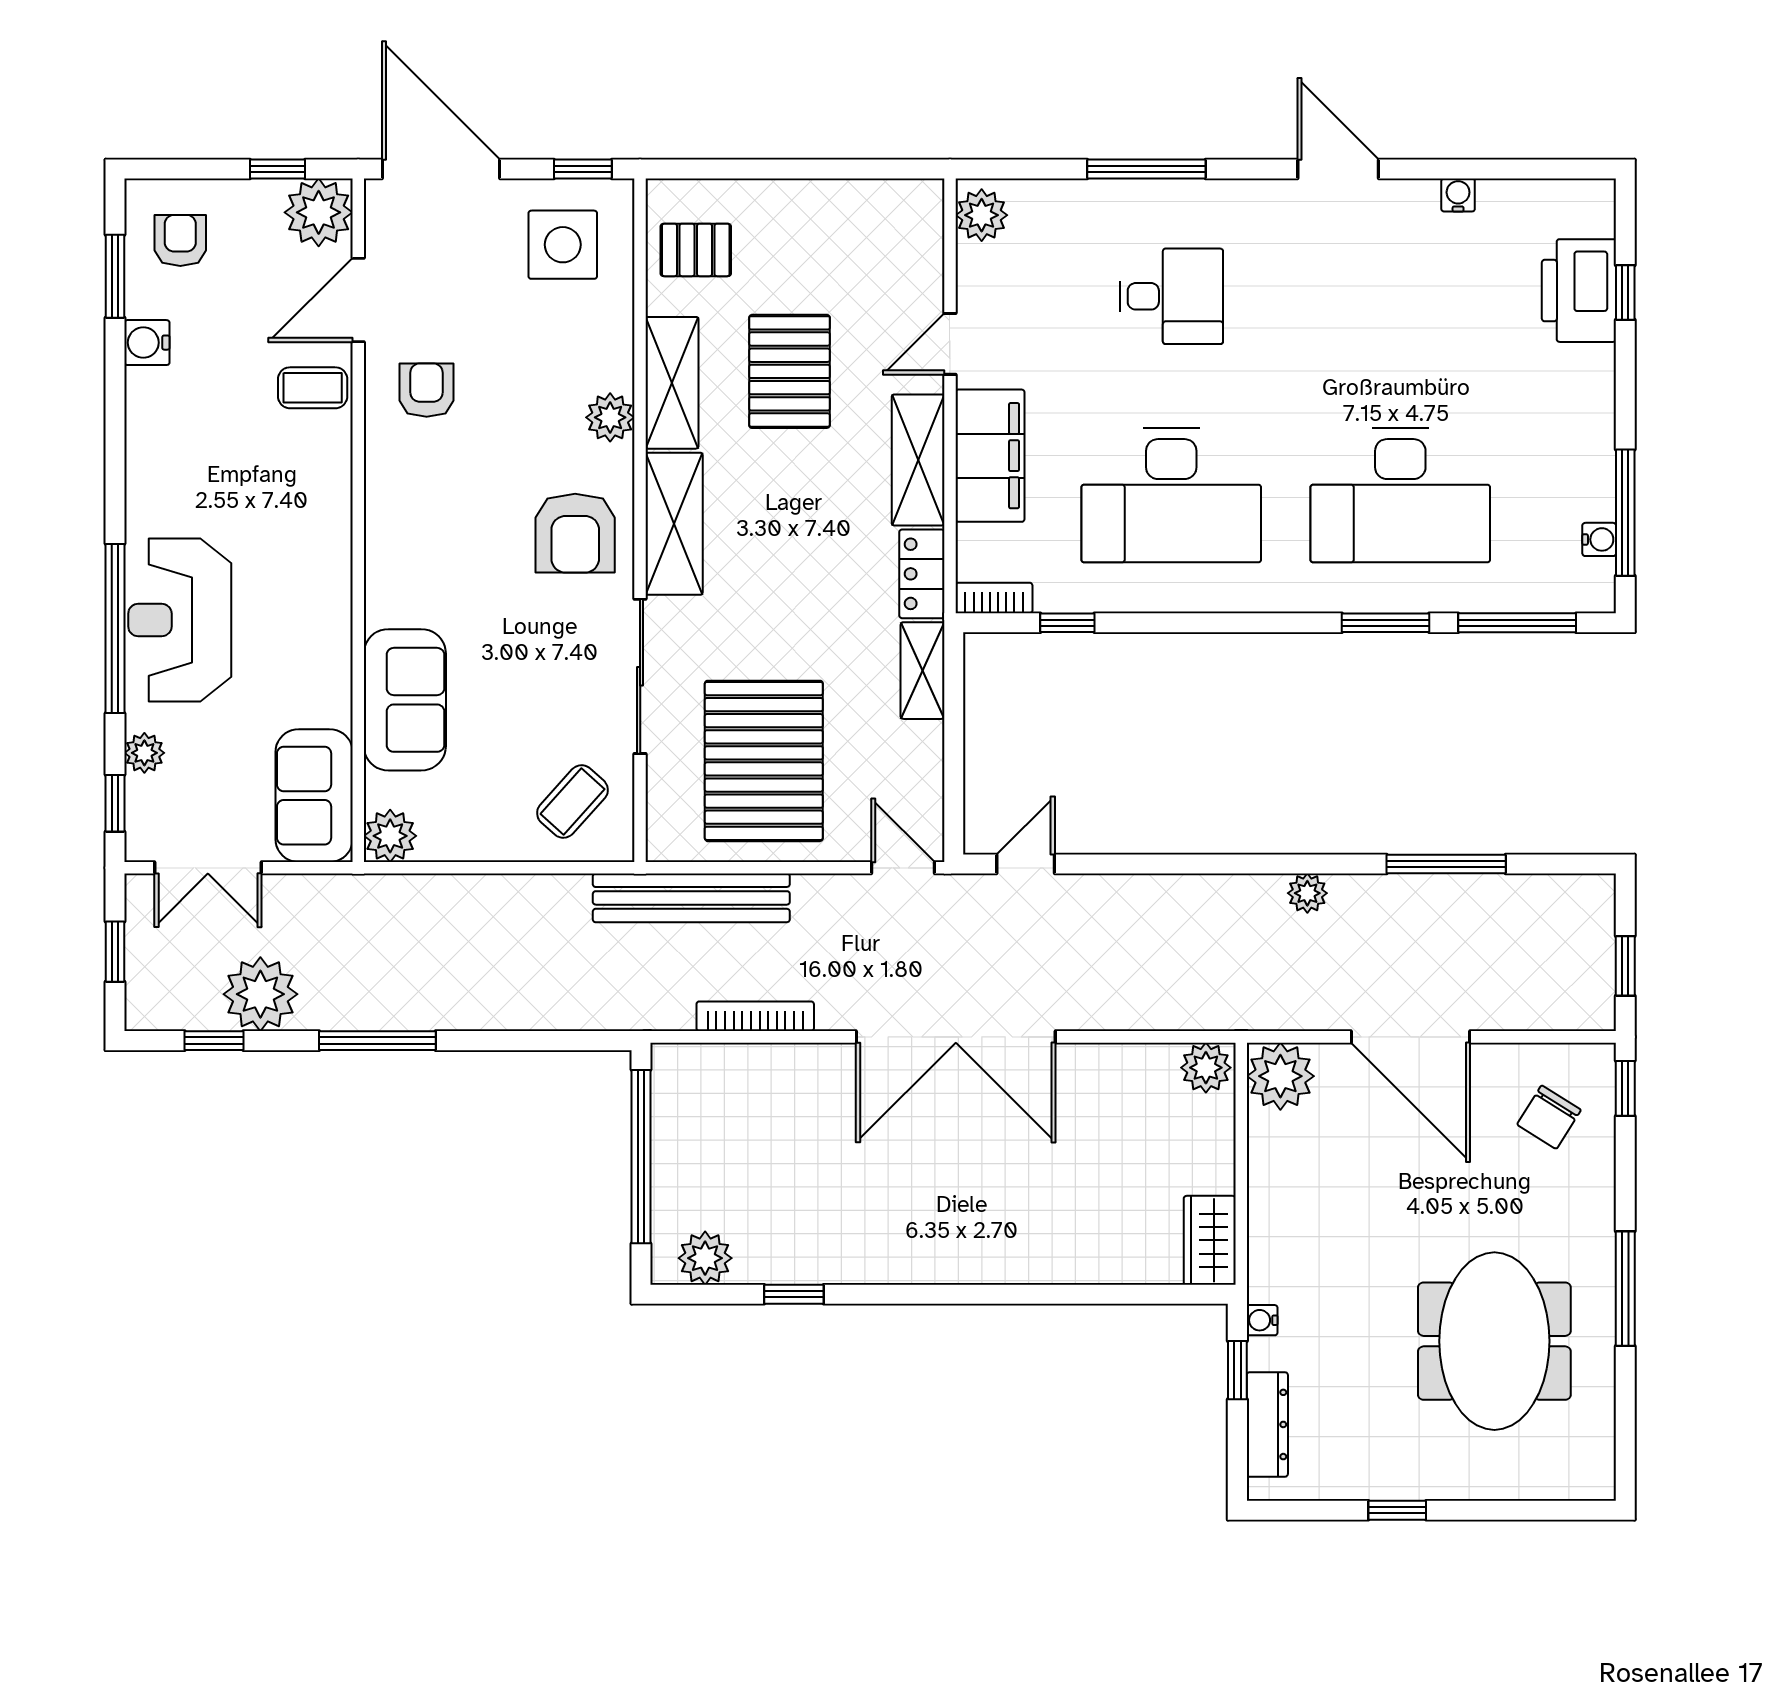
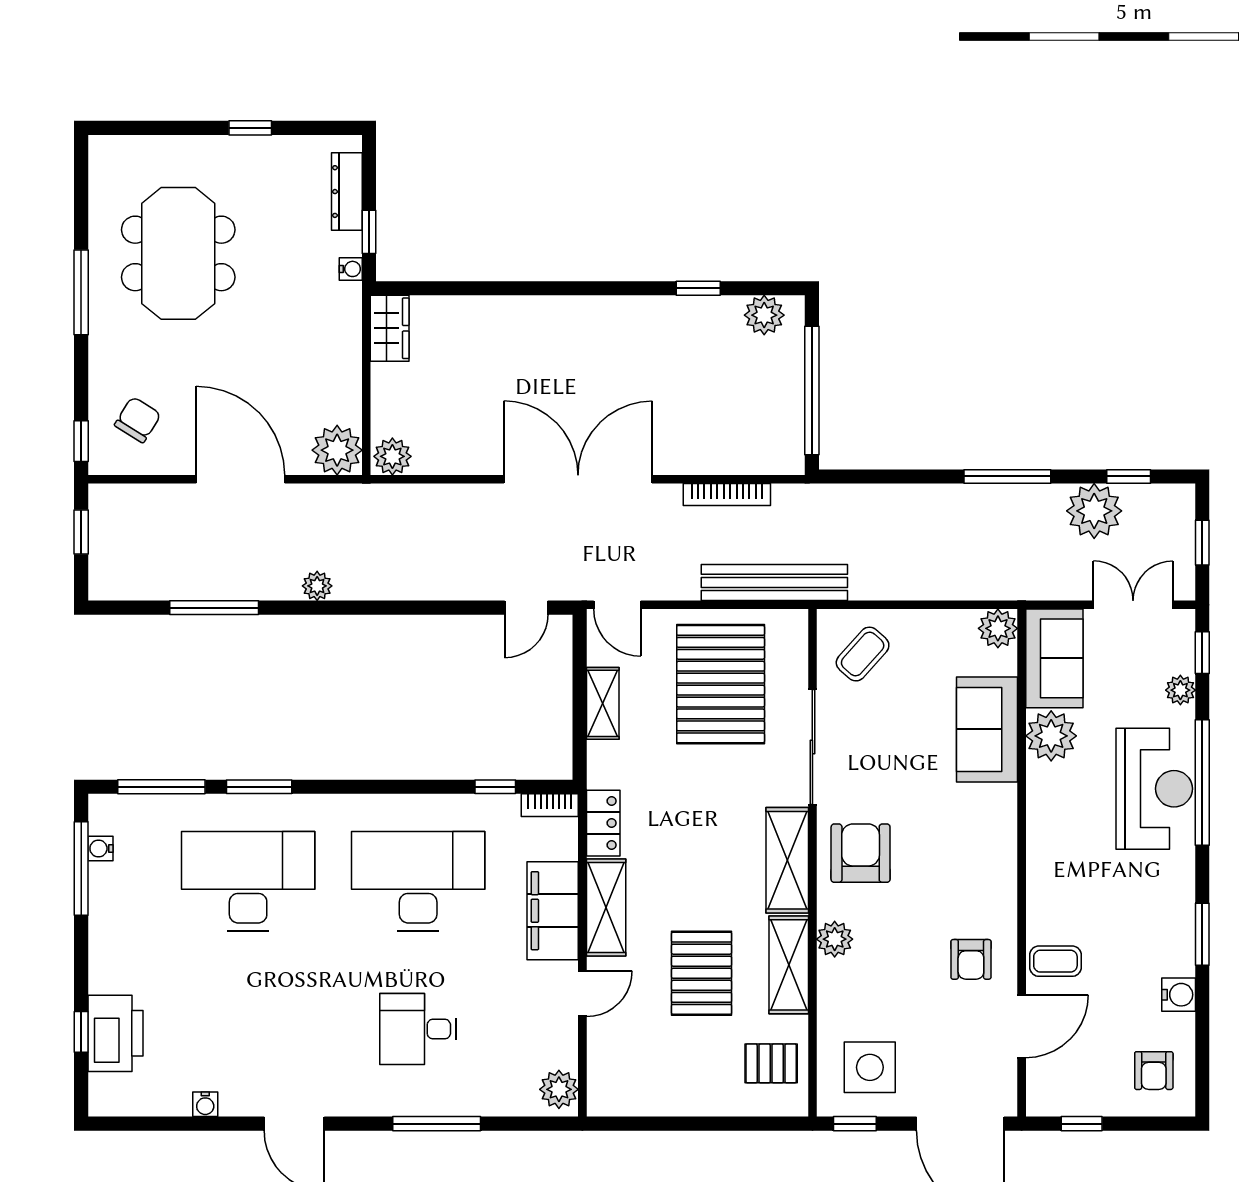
plant: (319, 212) -> (1051, 736), moved
window: (115, 276) -> (1202, 934), moved
shelving: (923, 671) -> (603, 703), moved

